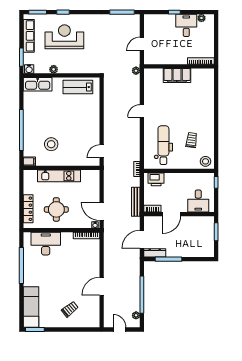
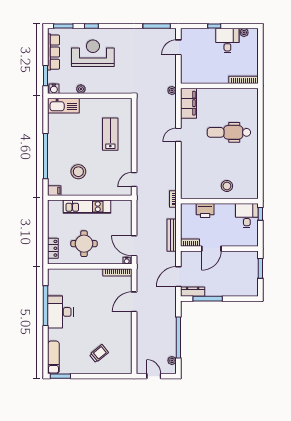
door: (142, 44) -> (178, 47), moved
filing cabinet: (177, 76) -> (188, 103), moved, turned -90
lab bench: (78, 87) -> (110, 134), moved, turned 90
trolley: (192, 140) -> (233, 167), removed
dental chair: (163, 145) -> (229, 132), moved, turned -90
stool: (205, 161) -> (227, 186), moved
printer: (156, 179) -> (205, 210), moved
desk: (198, 201) -> (247, 216), moved, turned 180
locker: (28, 209) -> (53, 248), width x0.66
desk: (46, 244) -> (60, 312), moved, turned -90
door: (102, 286) -> (134, 302), moved
exam couch: (31, 307) -> (53, 357), width x0.73, depth x0.69

